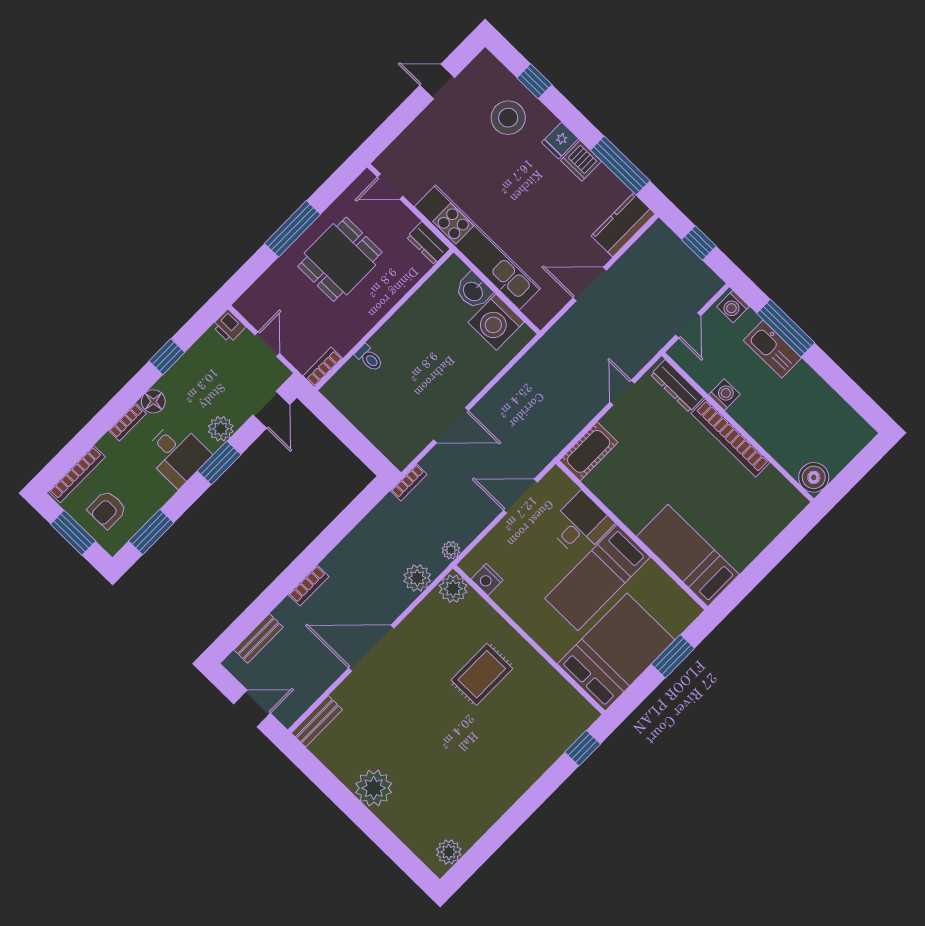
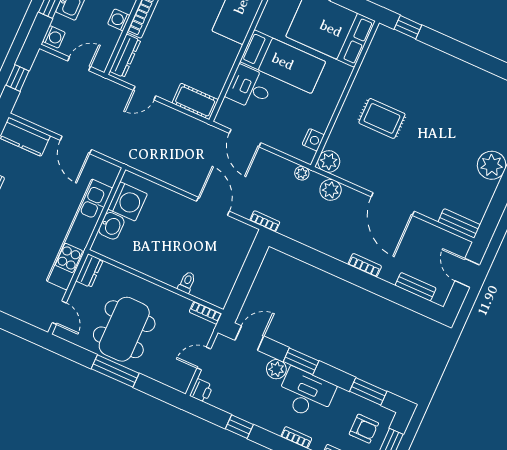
dining table: (340, 259) -> (124, 329), width x1.38
floor lamp: (153, 401) -> (275, 424), removed
desk: (177, 454) -> (306, 394), width x1.37

